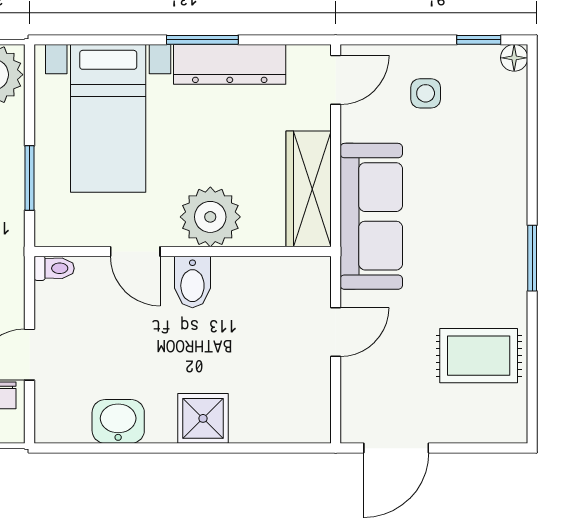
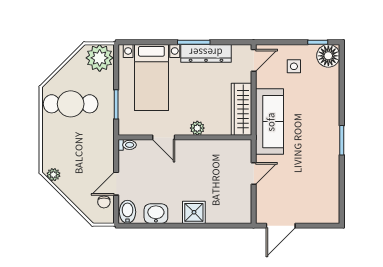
floor lamp: (514, 58) -> (328, 56), width x1.89, depth x1.89
plant: (210, 217) -> (197, 128), width x0.53, depth x0.53
bidet: (192, 282) -> (127, 212), moved, turned 180
rug: (479, 356) -> (318, 184), removed

